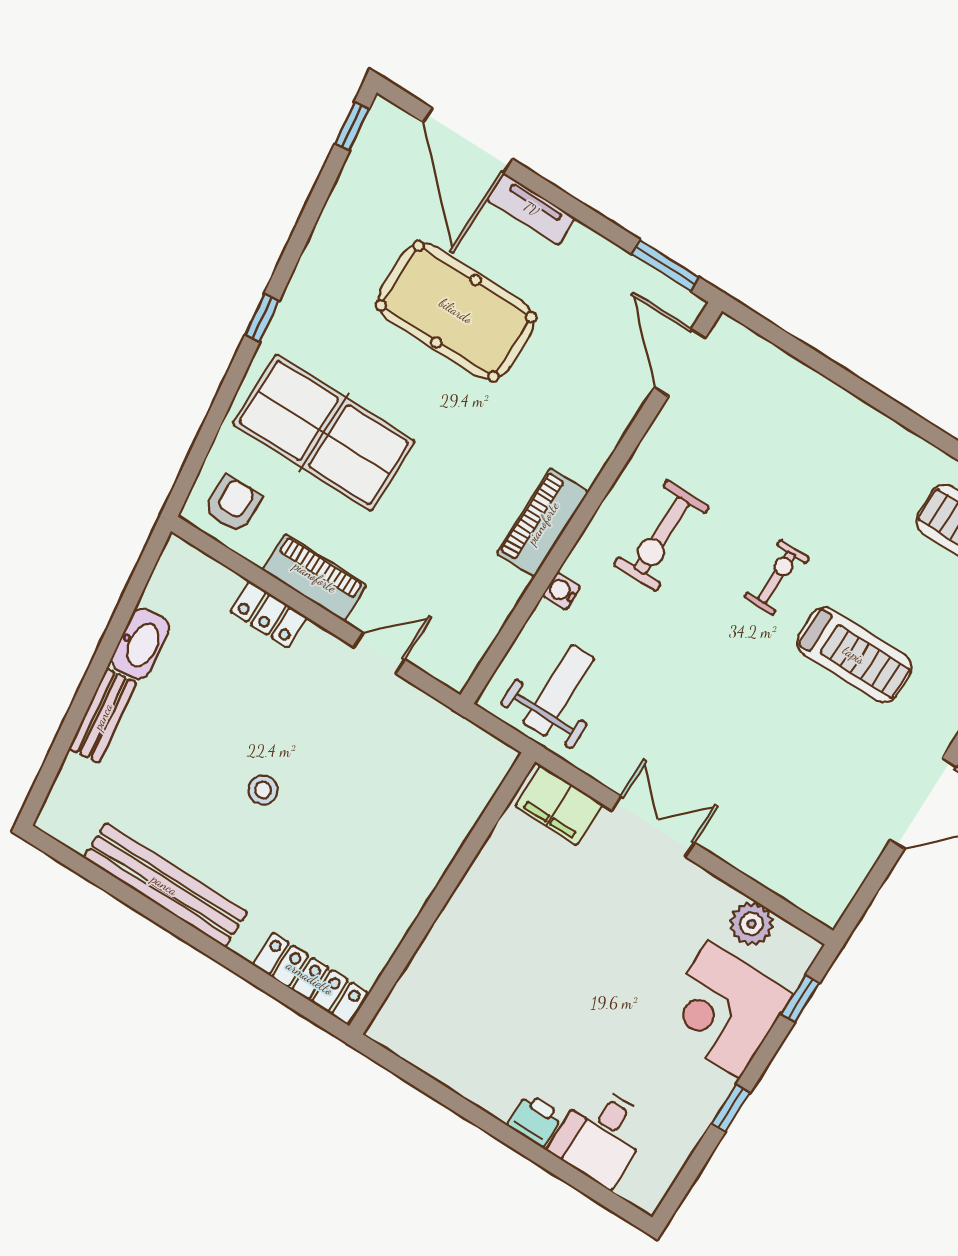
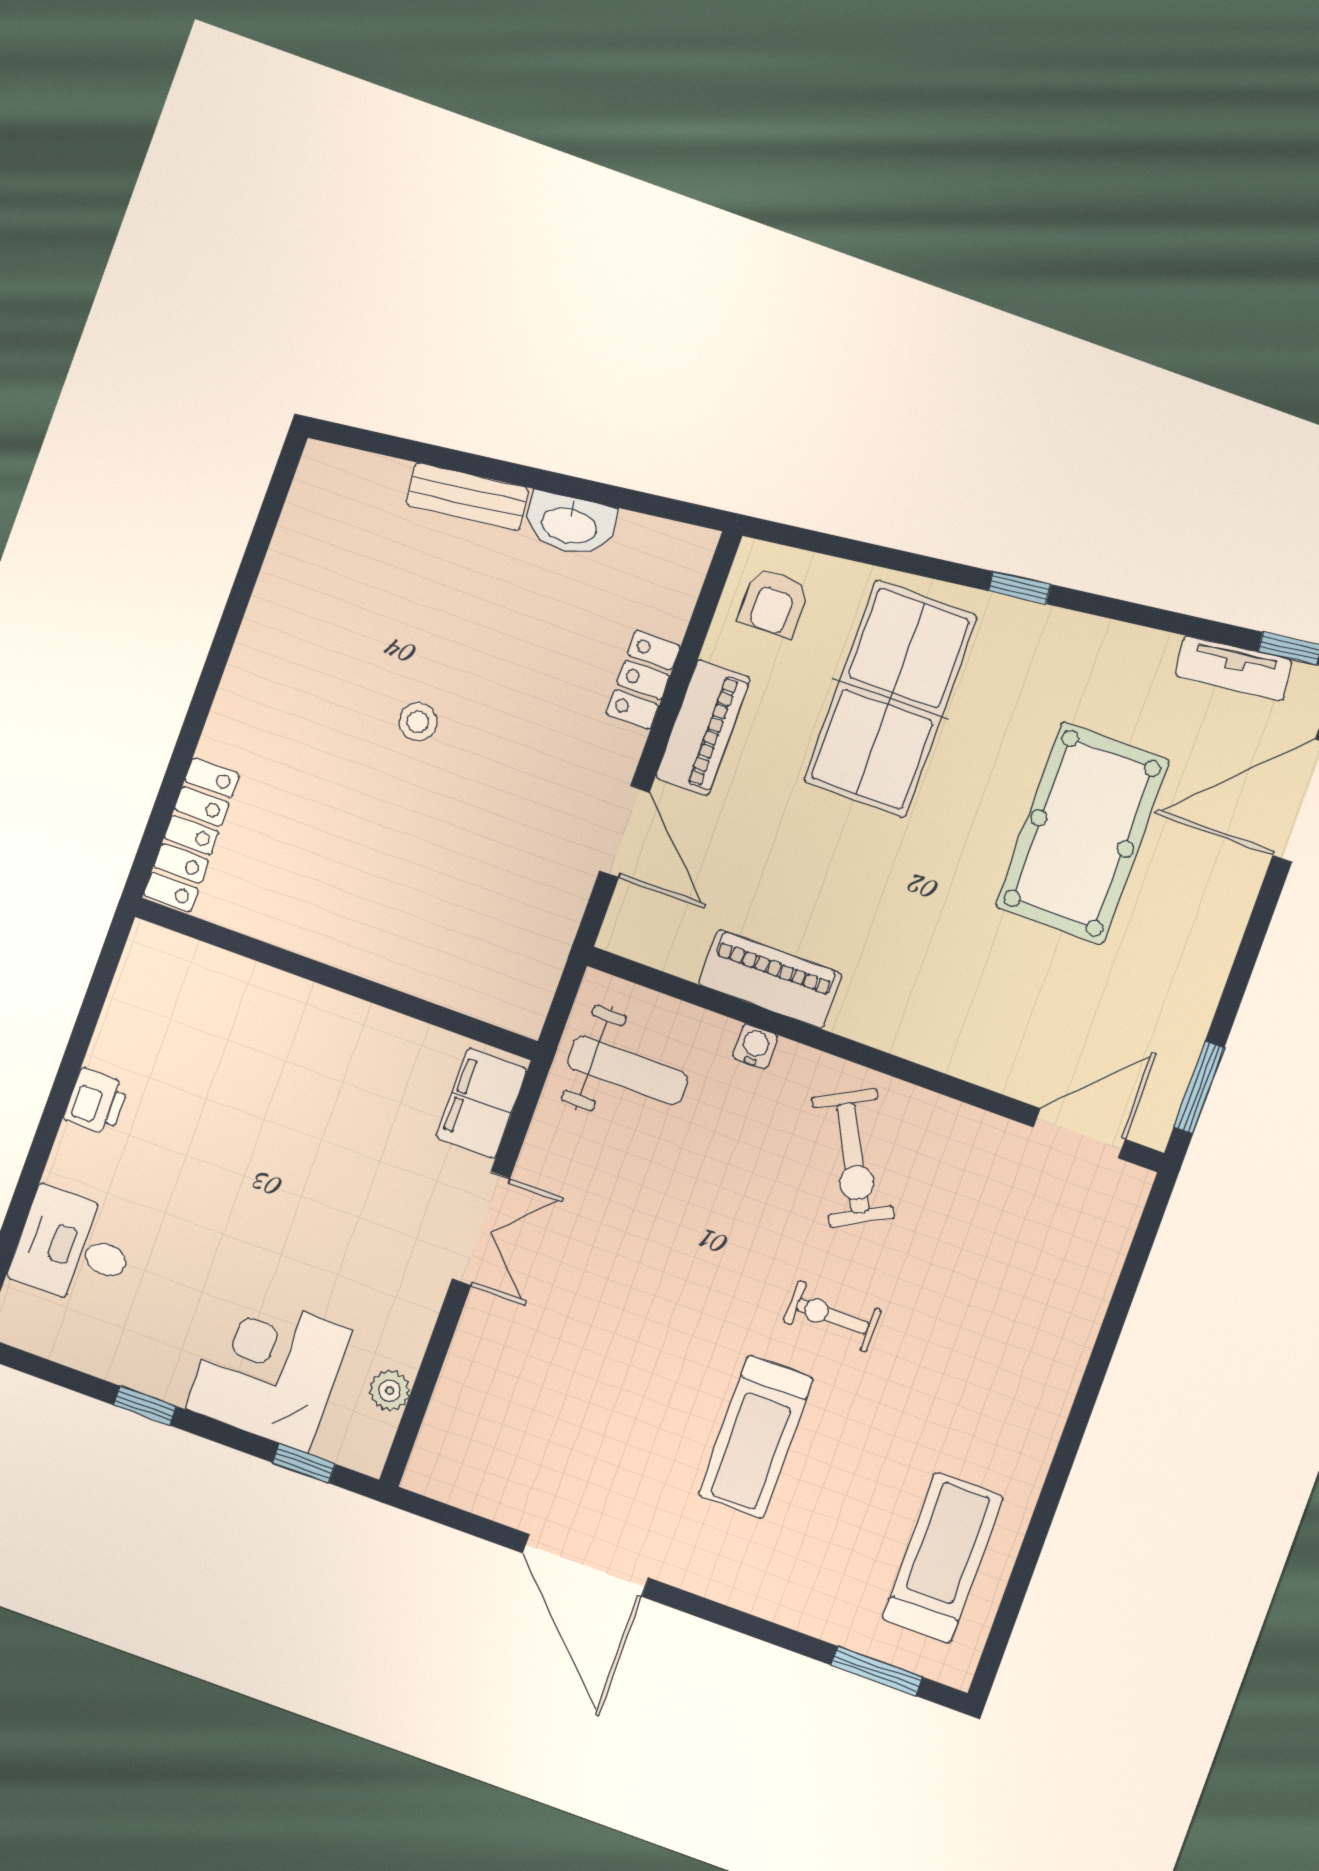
tv unit: (531, 209) -> (1234, 668), moved, turned -97
armchair: (233, 504) -> (774, 603), turned 91
piano: (543, 523) -> (770, 979), moved
exercise bike: (661, 536) -> (853, 1158), turned -118
exercise bike: (777, 577) -> (833, 1316), turned 180
door: (379, 653) -> (625, 831), width x1.38
bench: (165, 885) -> (270, 624), removed
plant: (752, 924) -> (390, 1391), width x0.73, depth x0.73
printer: (535, 1120) -> (96, 1102), moved

